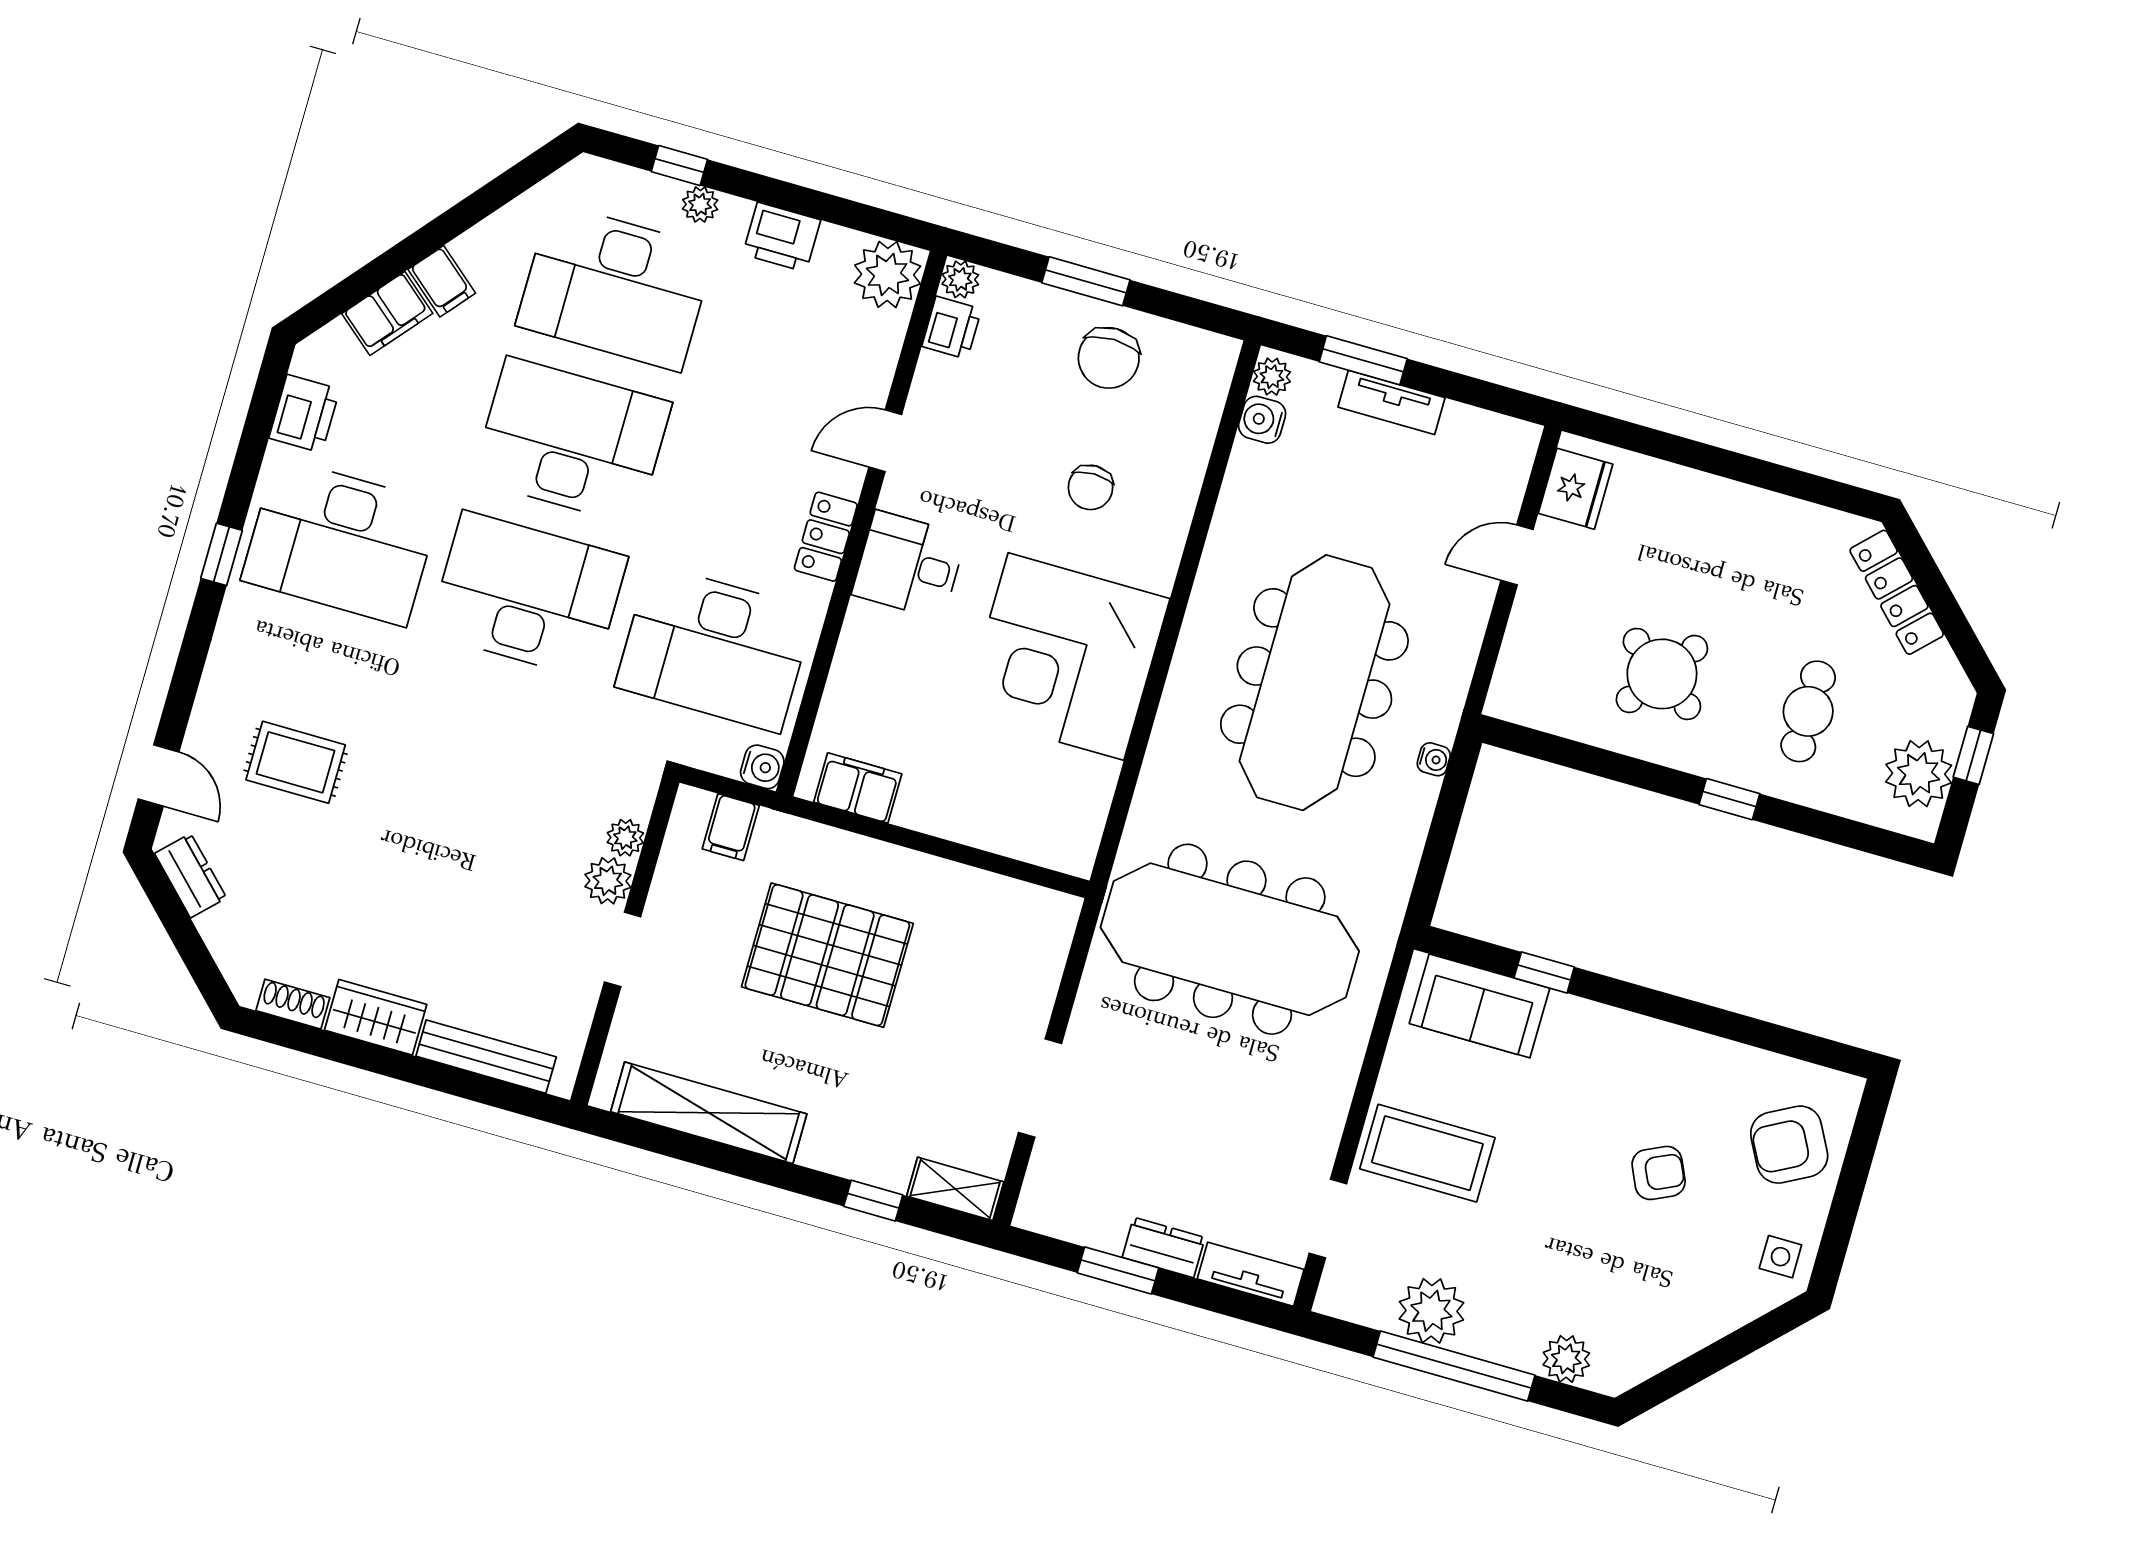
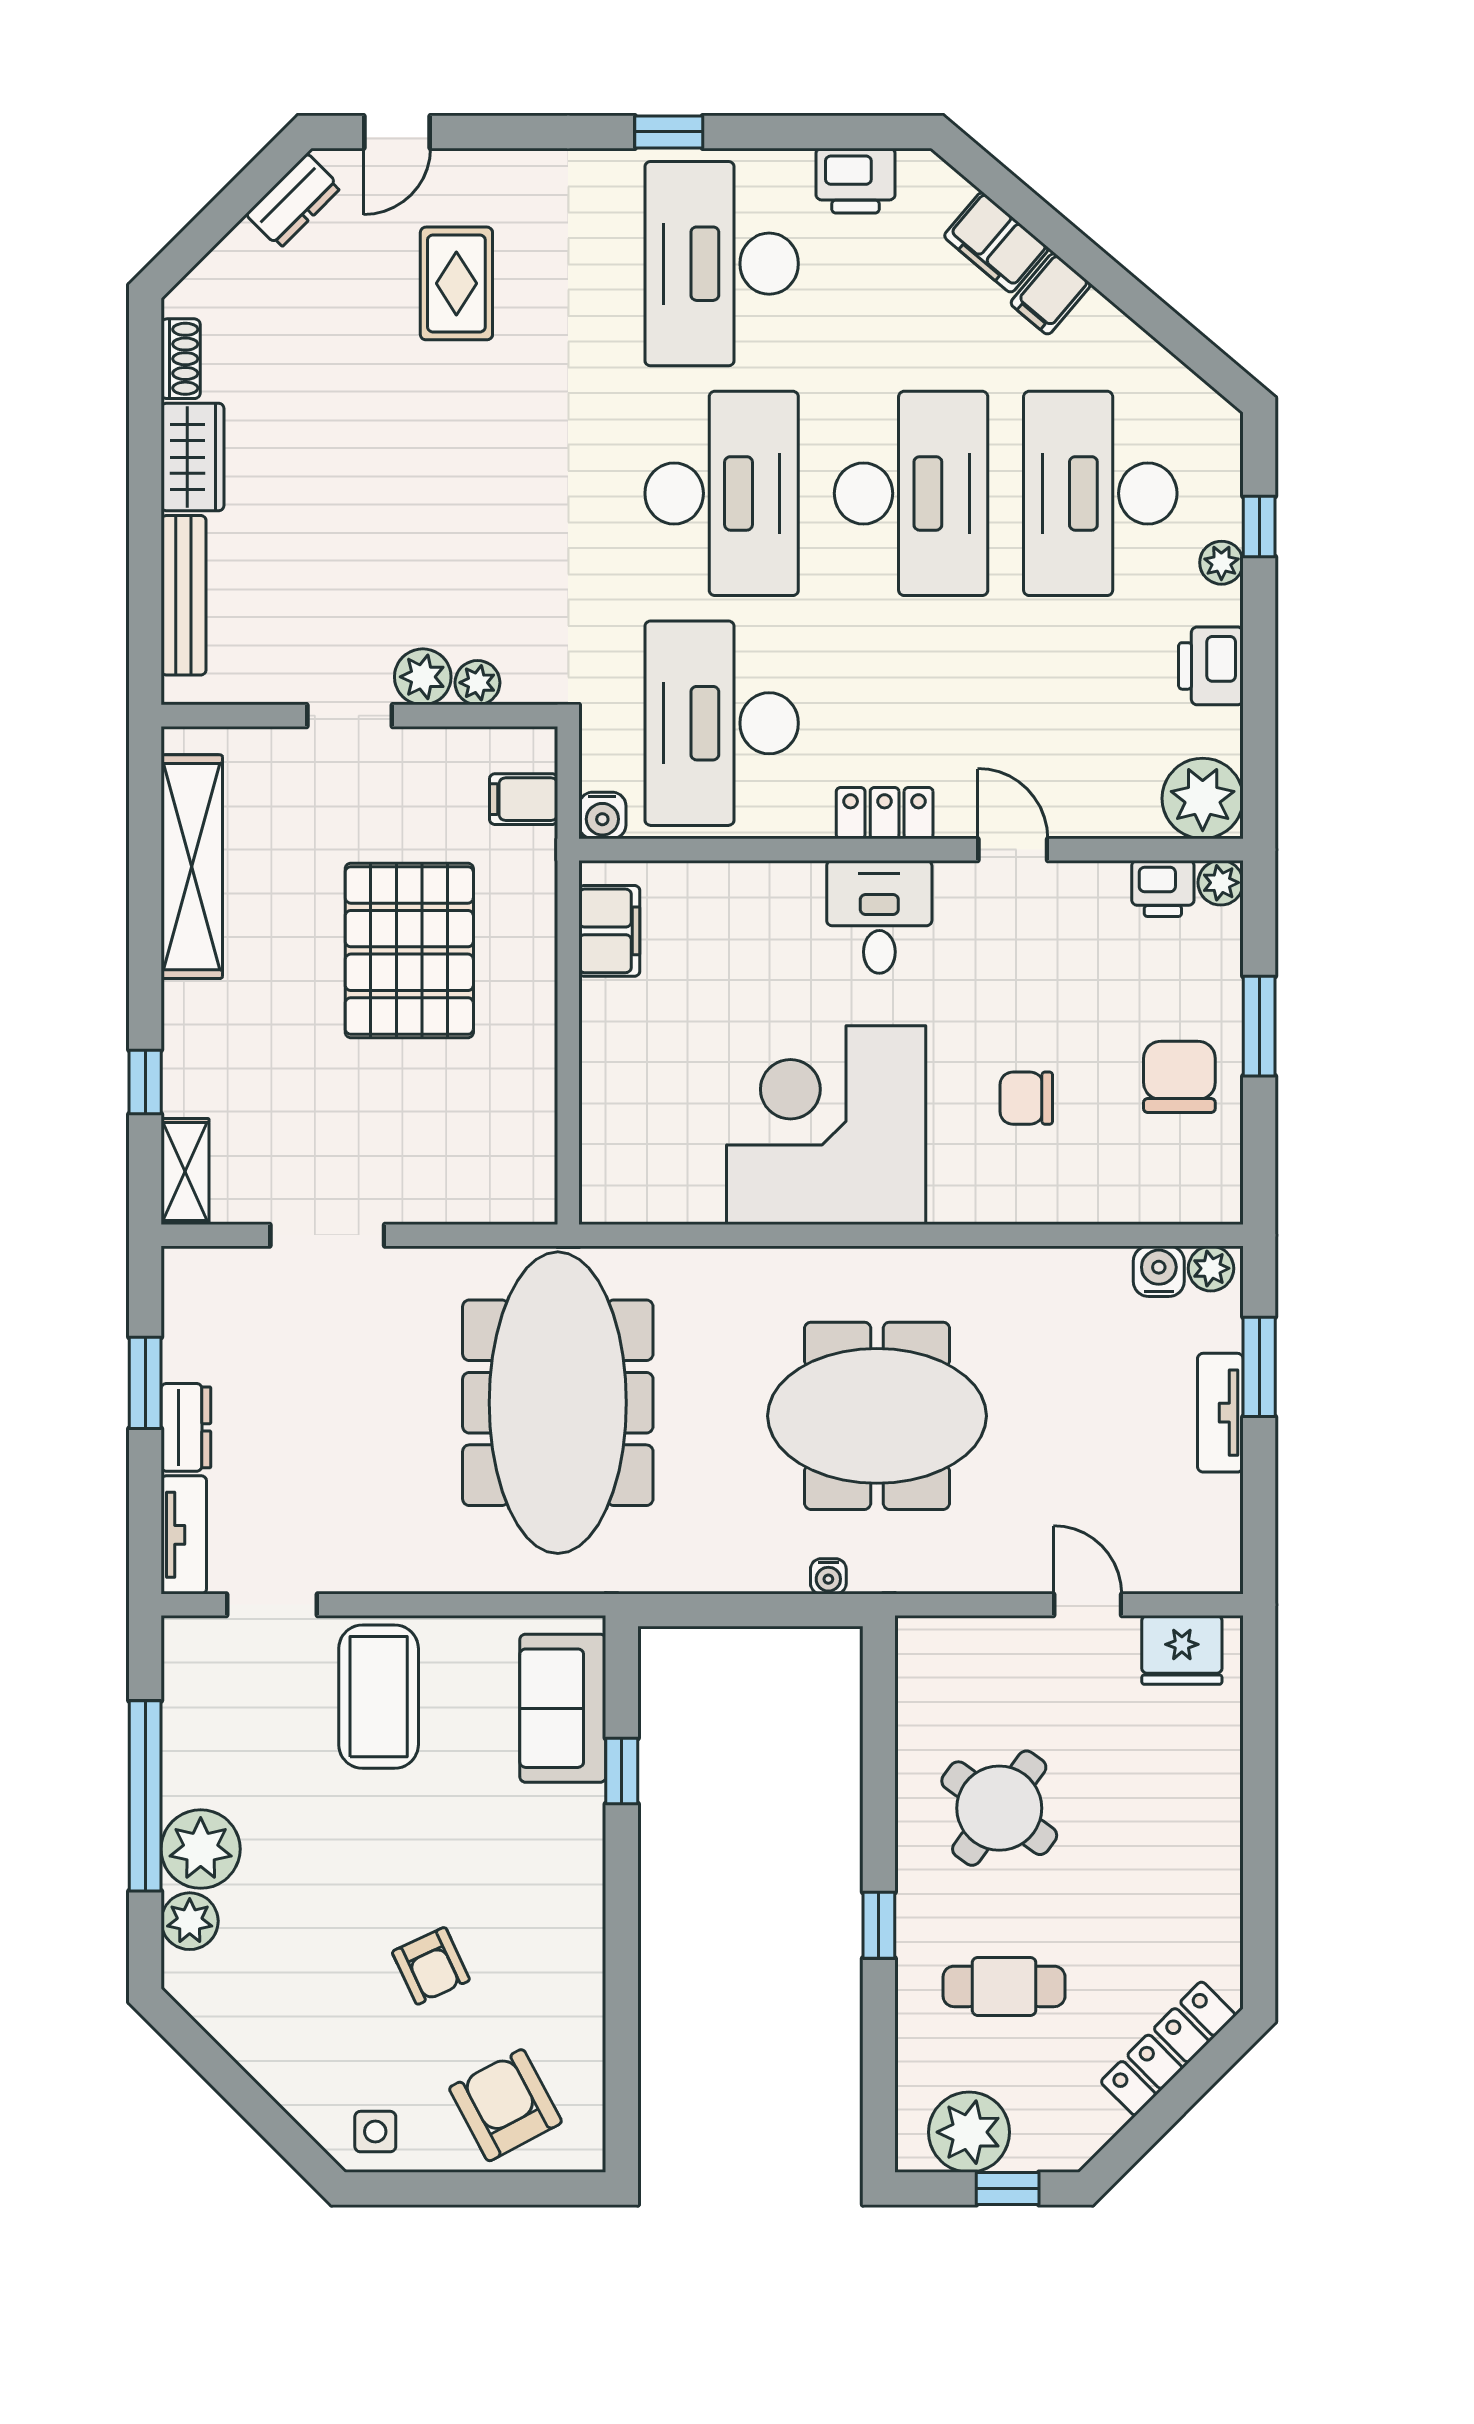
chair: (1109, 358) -> (1179, 1077), turned 90
meeting table: (1314, 683) -> (877, 1416), width x0.73
plant: (1431, 1311) -> (201, 1849), moved

